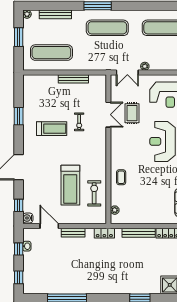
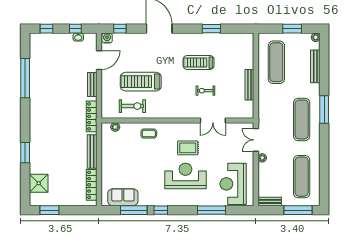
rug: (132, 113) -> (188, 148), moved
treadmill: (52, 129) -> (199, 63), turned 90
locker: (104, 233) -> (92, 116), width x1.53

